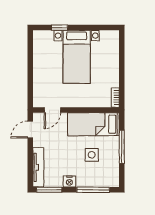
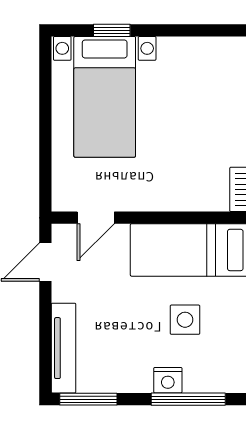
bed with nightstands: (77, 57) -> (105, 97), moved
nightstand: (69, 181) -> (168, 380), moved

